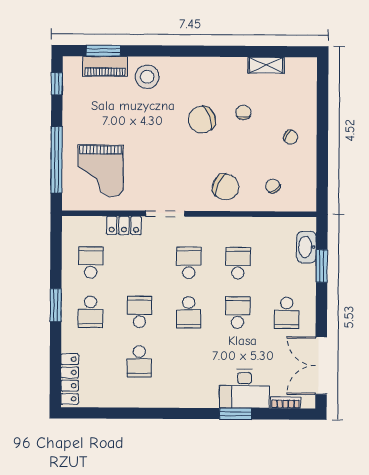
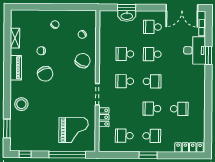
piano: (105, 66) -> (16, 68), moved
washbasin: (307, 247) -> (127, 16), moved
school desk: (287, 313) -> (152, 27), turned 180

